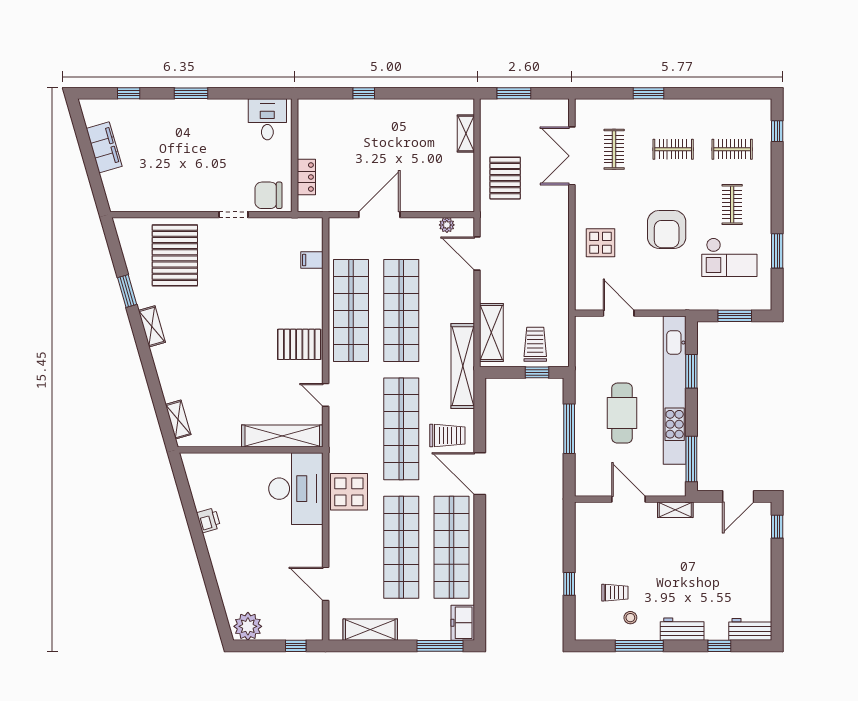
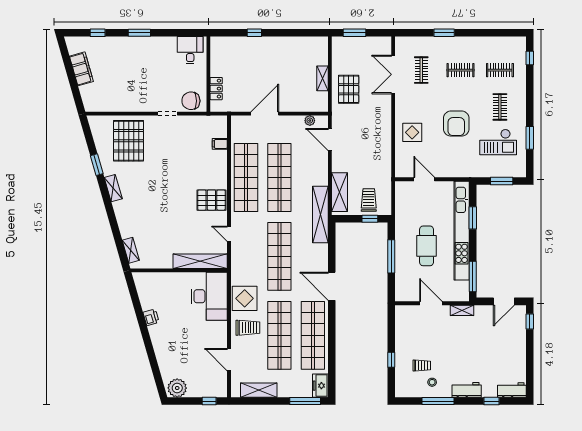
shelving: (466, 133) -> (322, 78), moved
trolley: (447, 435) -> (248, 328), moved

